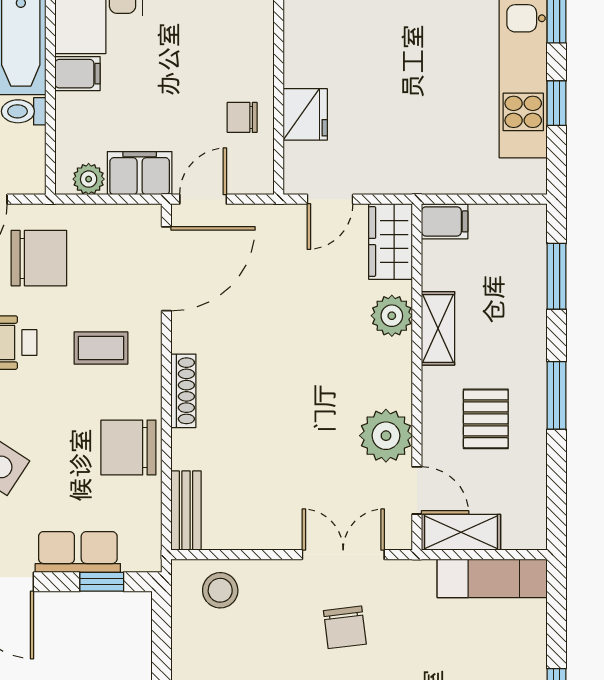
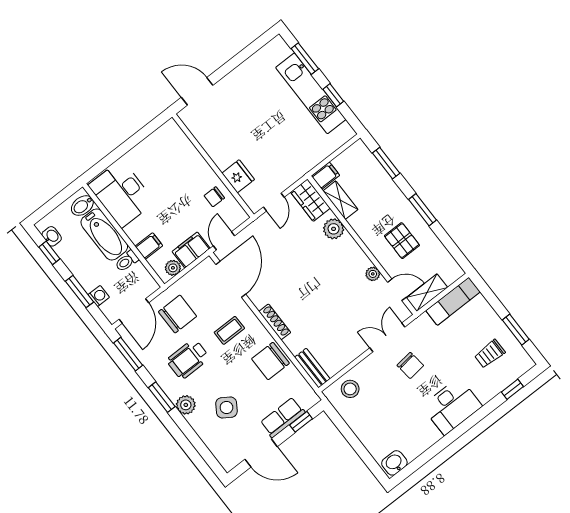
filing cabinet: (78, 74) -> (149, 246), moved
shelving: (438, 328) -> (340, 200), moved
plant: (386, 436) -> (373, 274), width x0.53, depth x0.53

